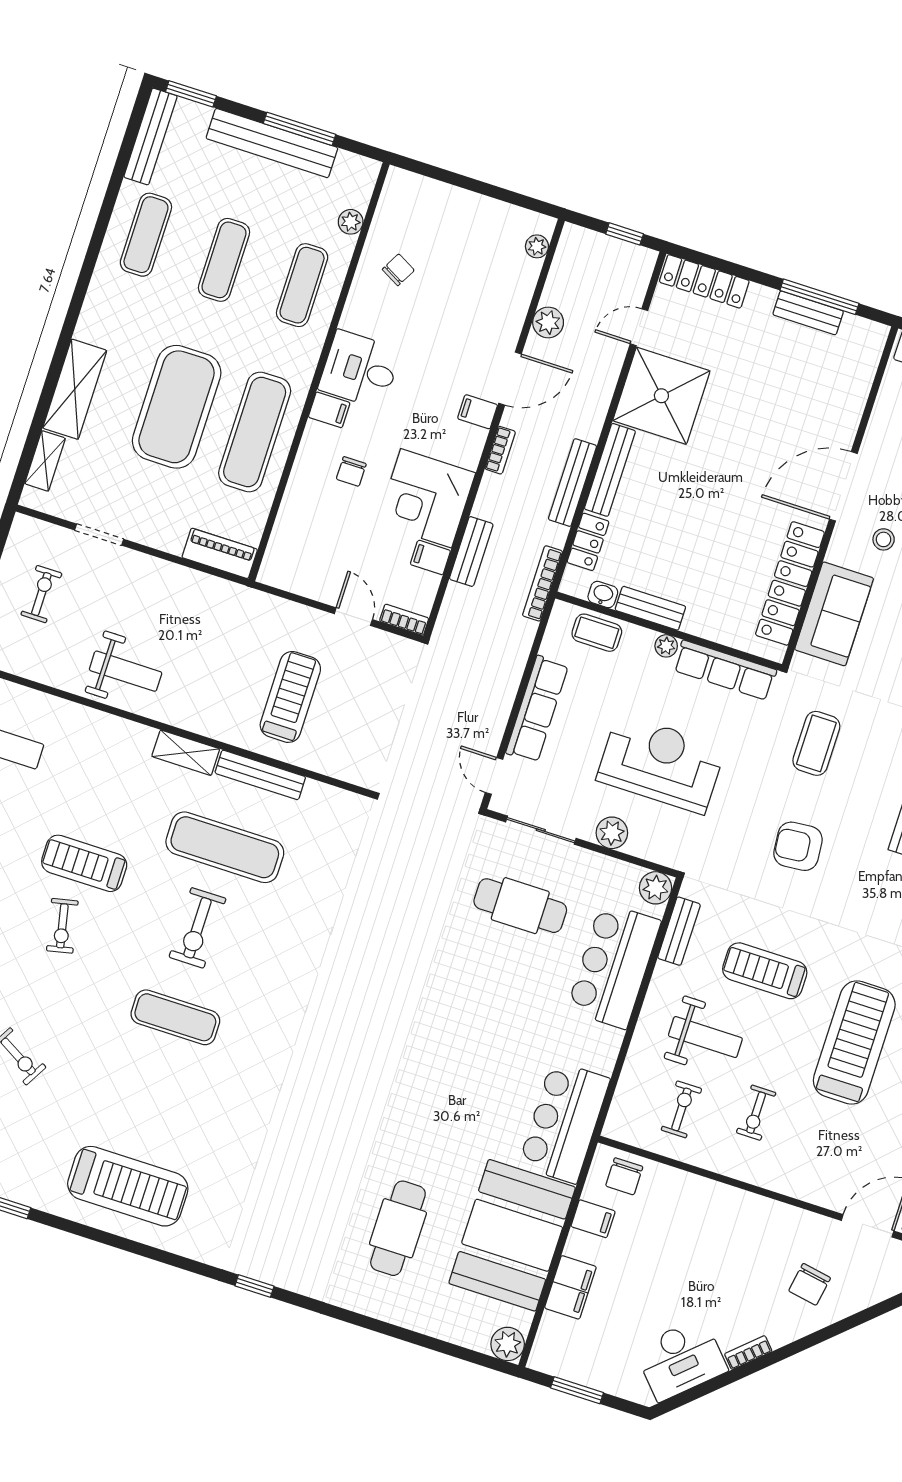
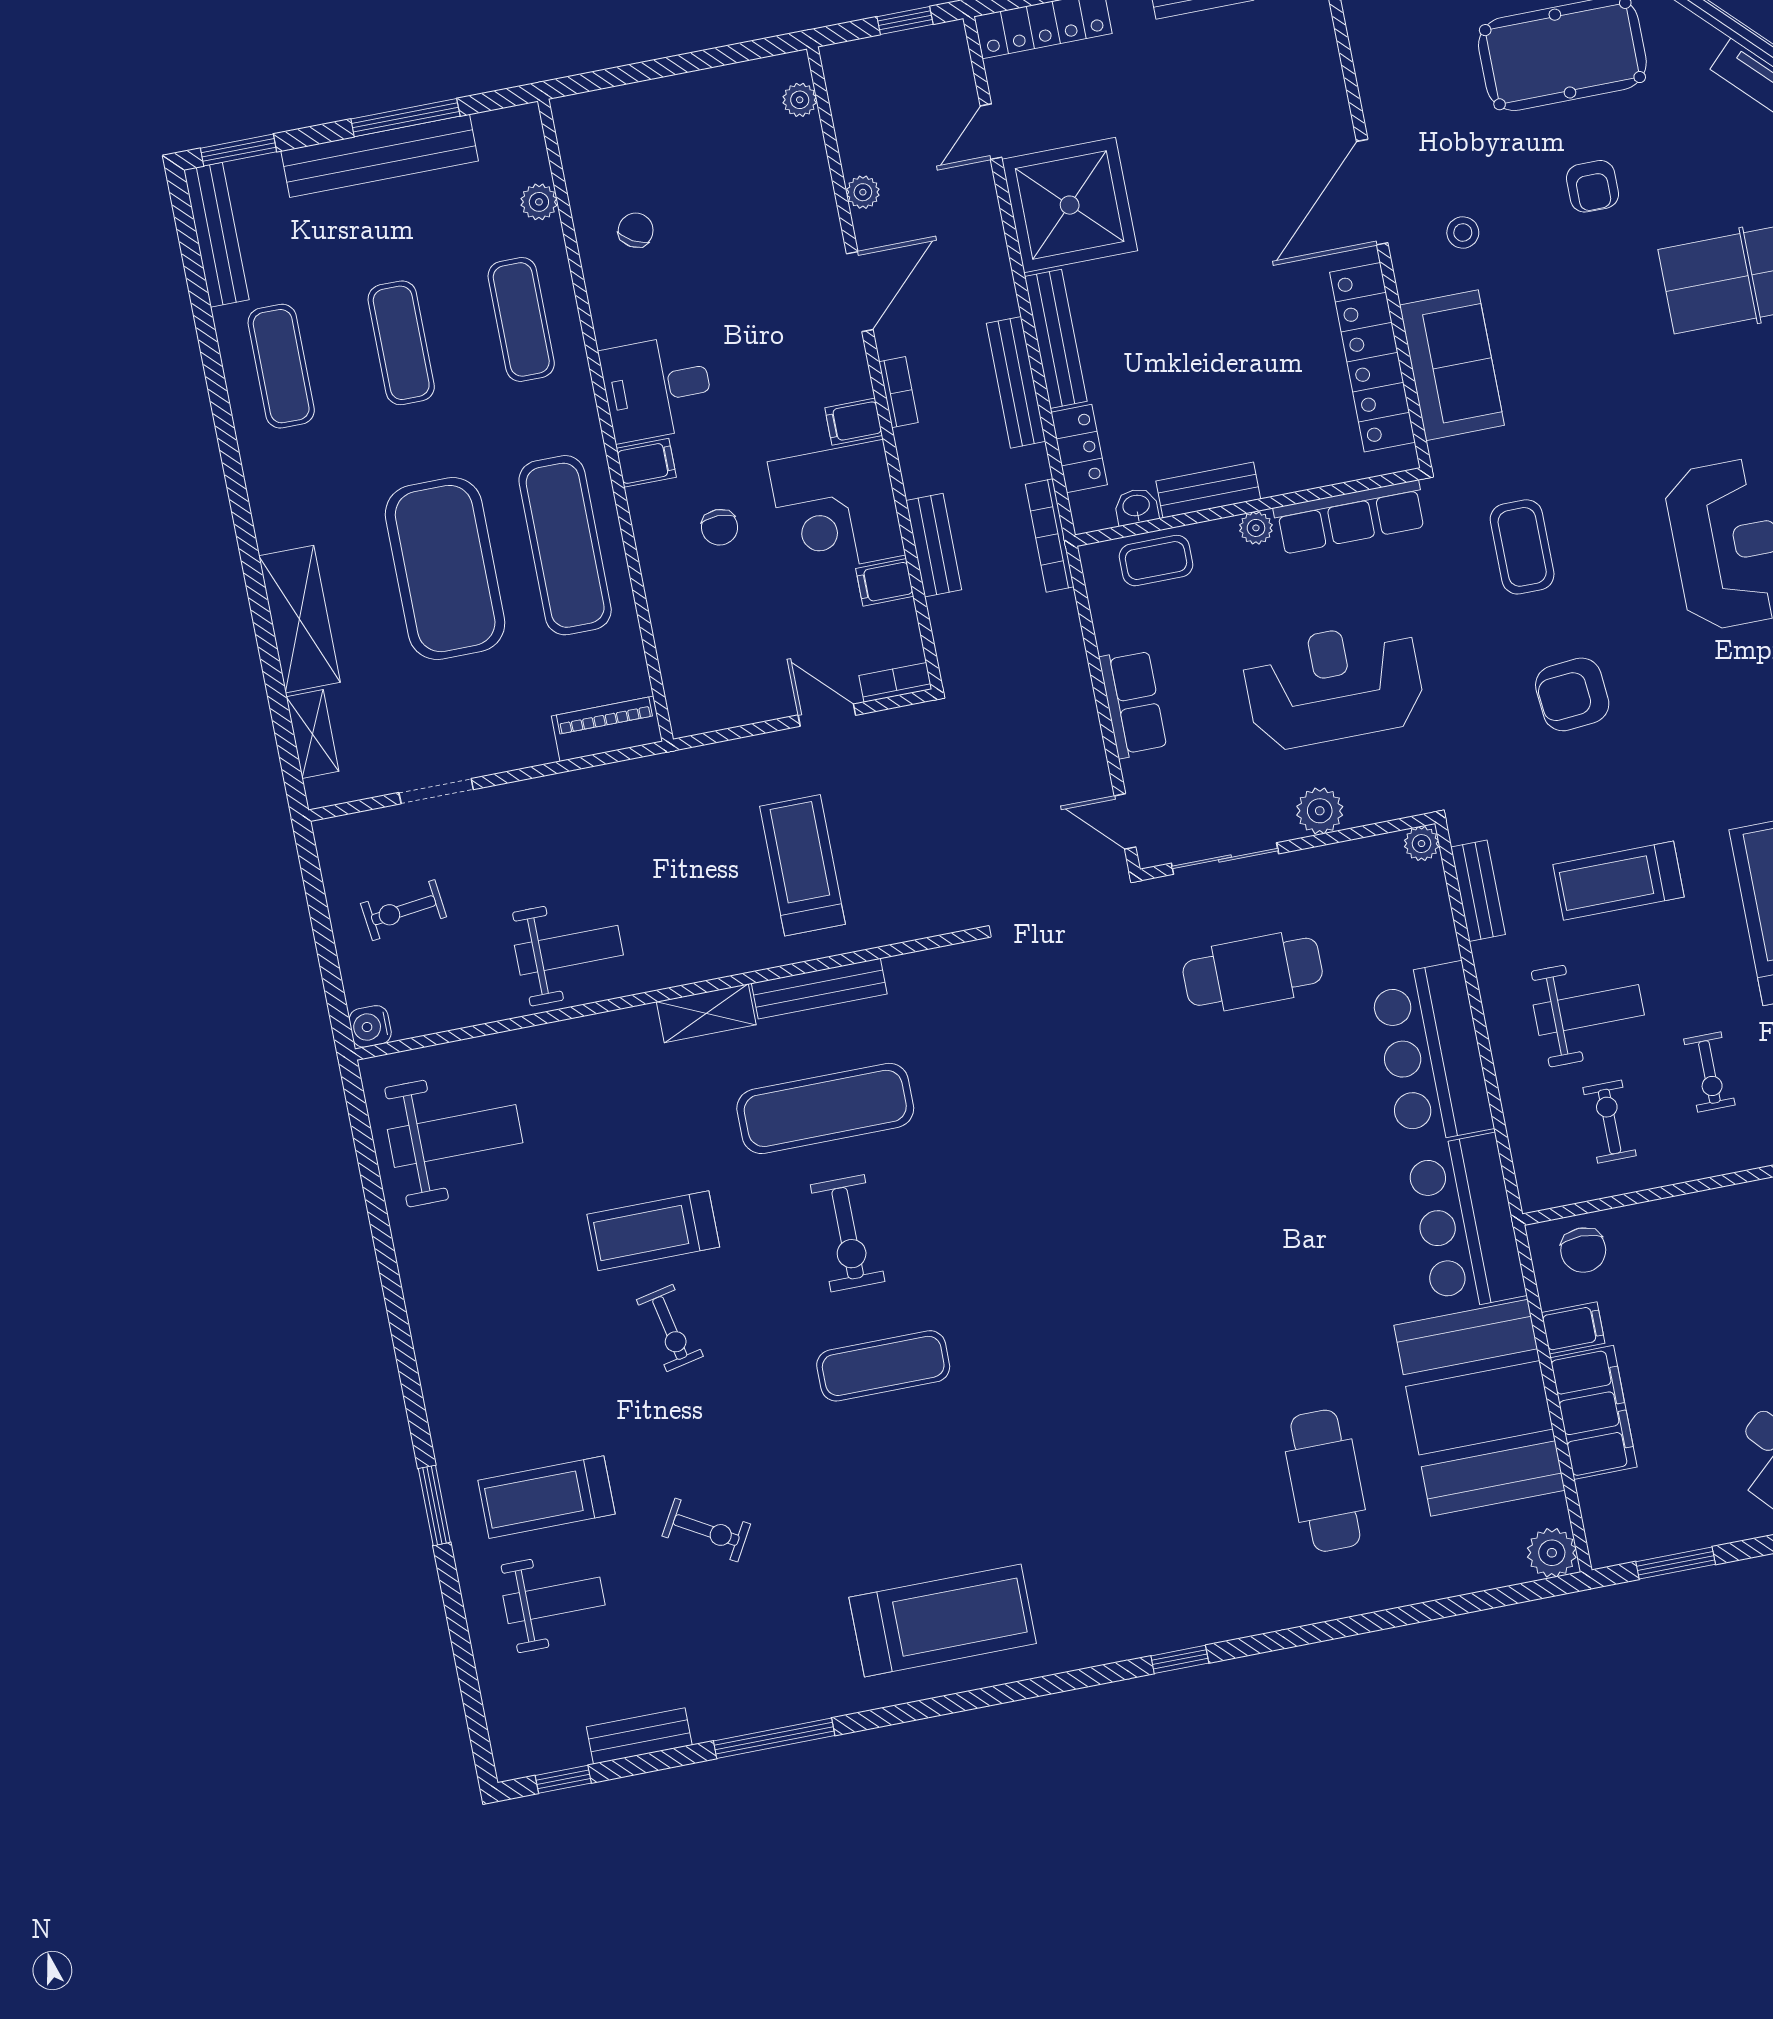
plant: (548, 322) -> (863, 192), width x0.73, depth x0.73
filing cabinet: (478, 412) -> (854, 422), moved
exercise bike: (41, 594) -> (404, 910), turned -97
row of seats: (537, 709) -> (1133, 703), width x0.68
plant: (656, 888) -> (1422, 844), width x0.73, depth x0.73
bar counter: (614, 966) -> (1432, 1053), moved
filing cabinet: (570, 1287) -> (1594, 1412), width x1.50, depth x1.17

